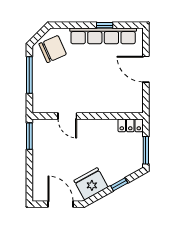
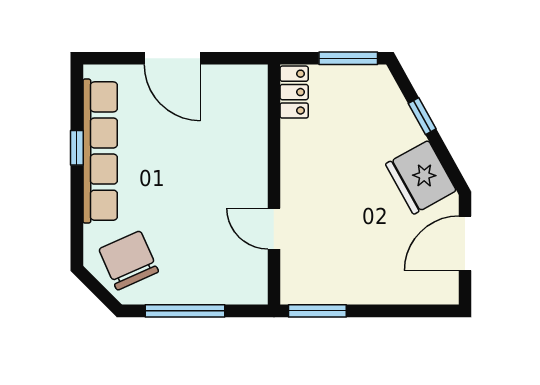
door: (146, 69) -> (172, 58), hinge flipped
door: (67, 116) -> (274, 229), swing flipped

